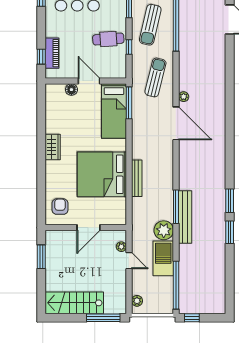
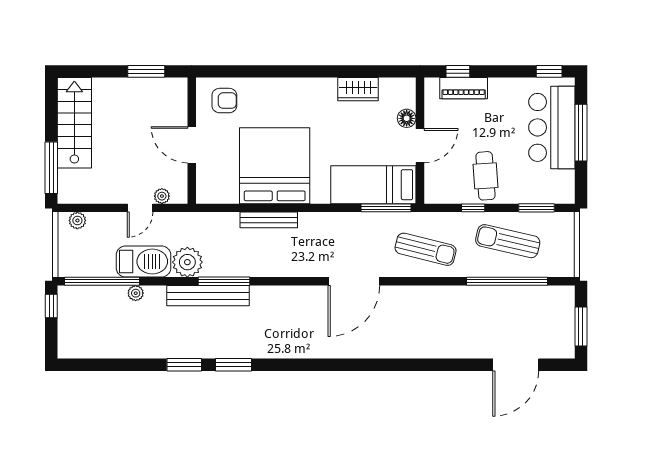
plant: (184, 97) -> (136, 293), moved
wardrobe: (53, 147) -> (358, 89), moved

